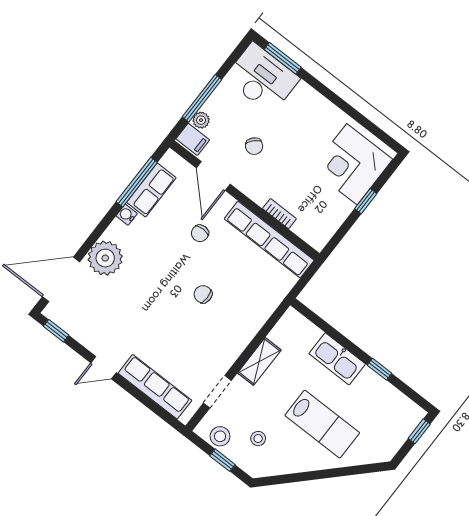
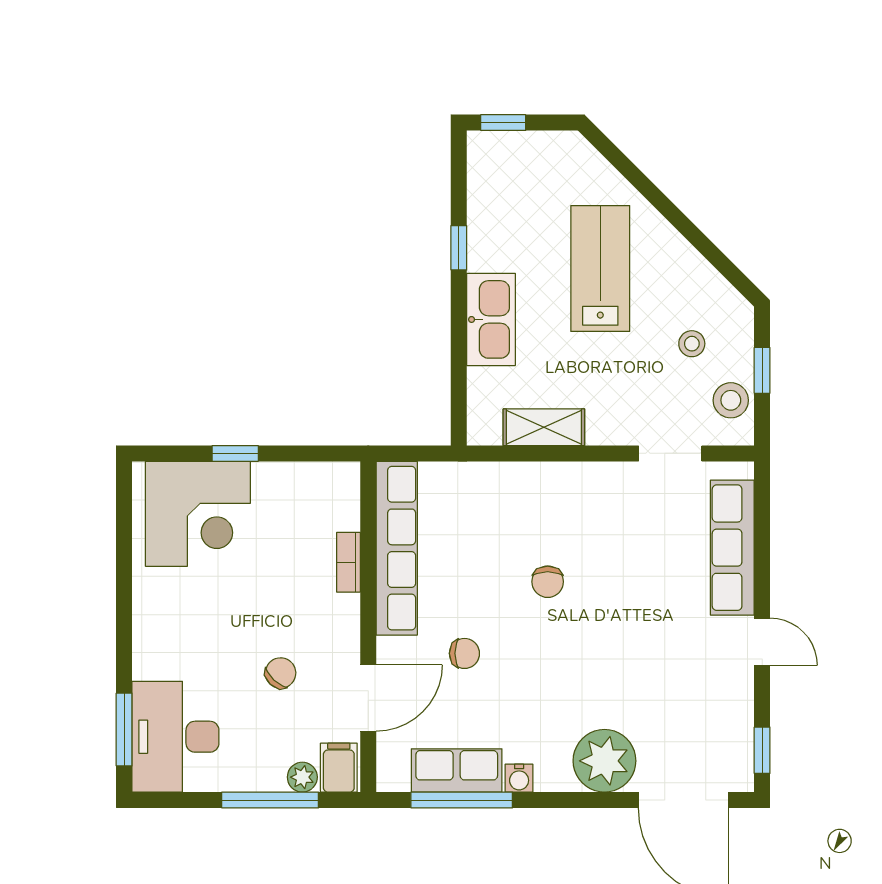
shelving: (259, 361) -> (544, 427), moved

